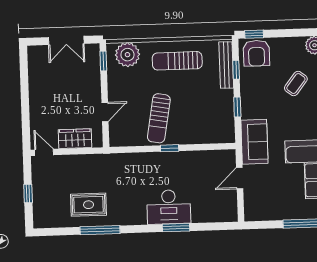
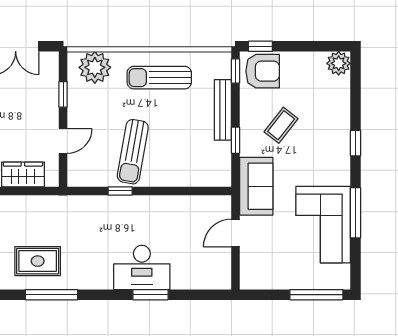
armchair: (256, 53) -> (263, 71), turned -90
window: (103, 61) -> (63, 94), moved
bench: (226, 65) -> (223, 110), moved
window: (236, 70) -> (235, 71), moved
coffee table: (296, 83) -> (281, 125), moved
window: (170, 148) -> (120, 191), moved

